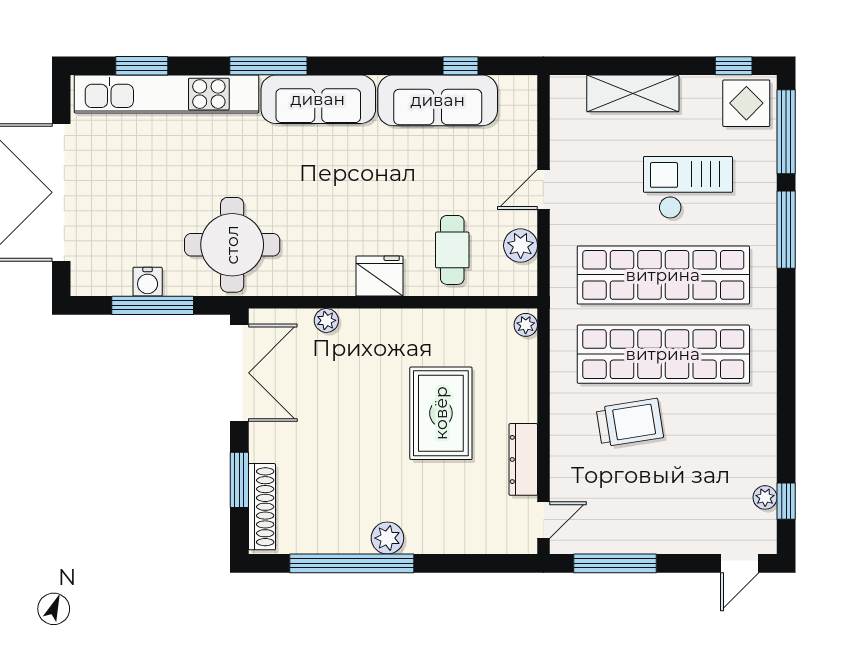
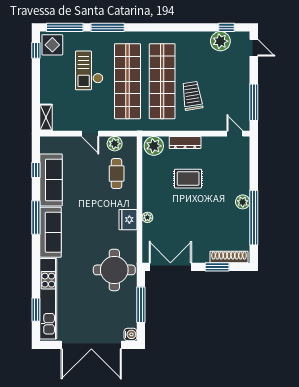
window: (268, 66) -> (36, 217), moved
shelving: (633, 93) -> (46, 118), moved, width x0.67, depth x0.75
cafe table: (452, 250) -> (117, 174), turned 90
fridge: (379, 276) -> (128, 220), moved
water cooler: (148, 282) -> (130, 334), moved
plant: (326, 320) -> (147, 217), moved
plant: (526, 325) -> (154, 146), width x1.88, depth x1.88
rug: (441, 413) -> (188, 179), width x0.73, depth x0.70
dresser: (523, 459) -> (185, 142), moved
plant: (765, 497) -> (220, 41), width x1.88, depth x1.88

